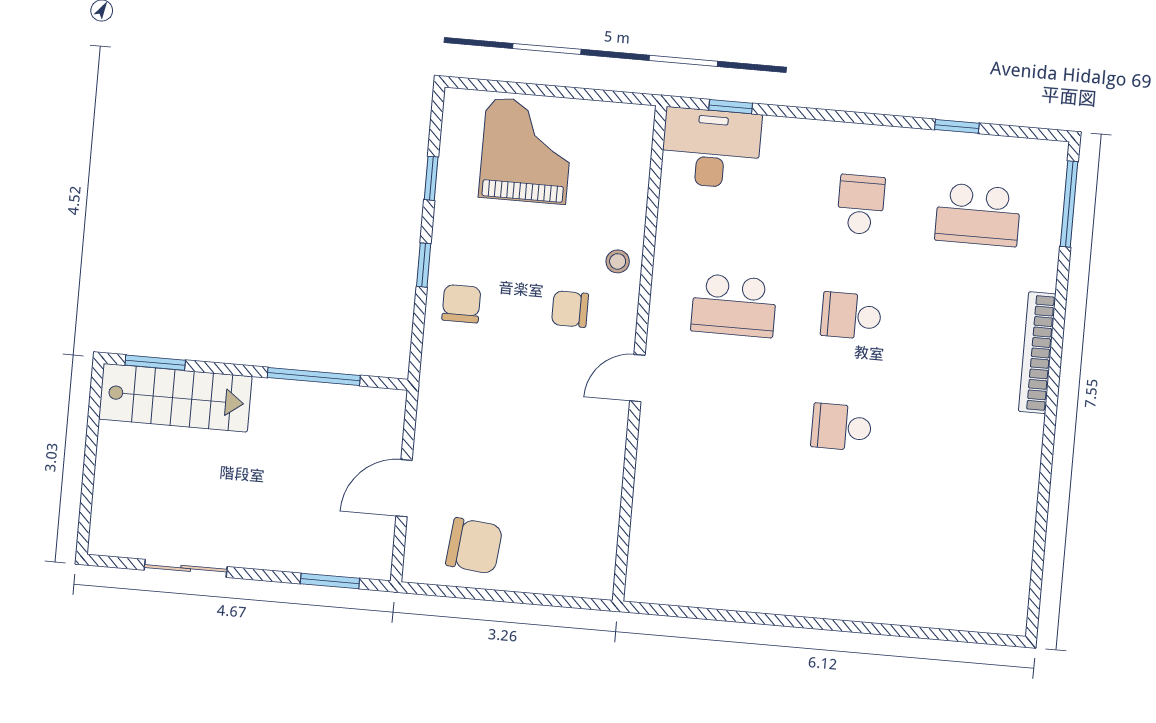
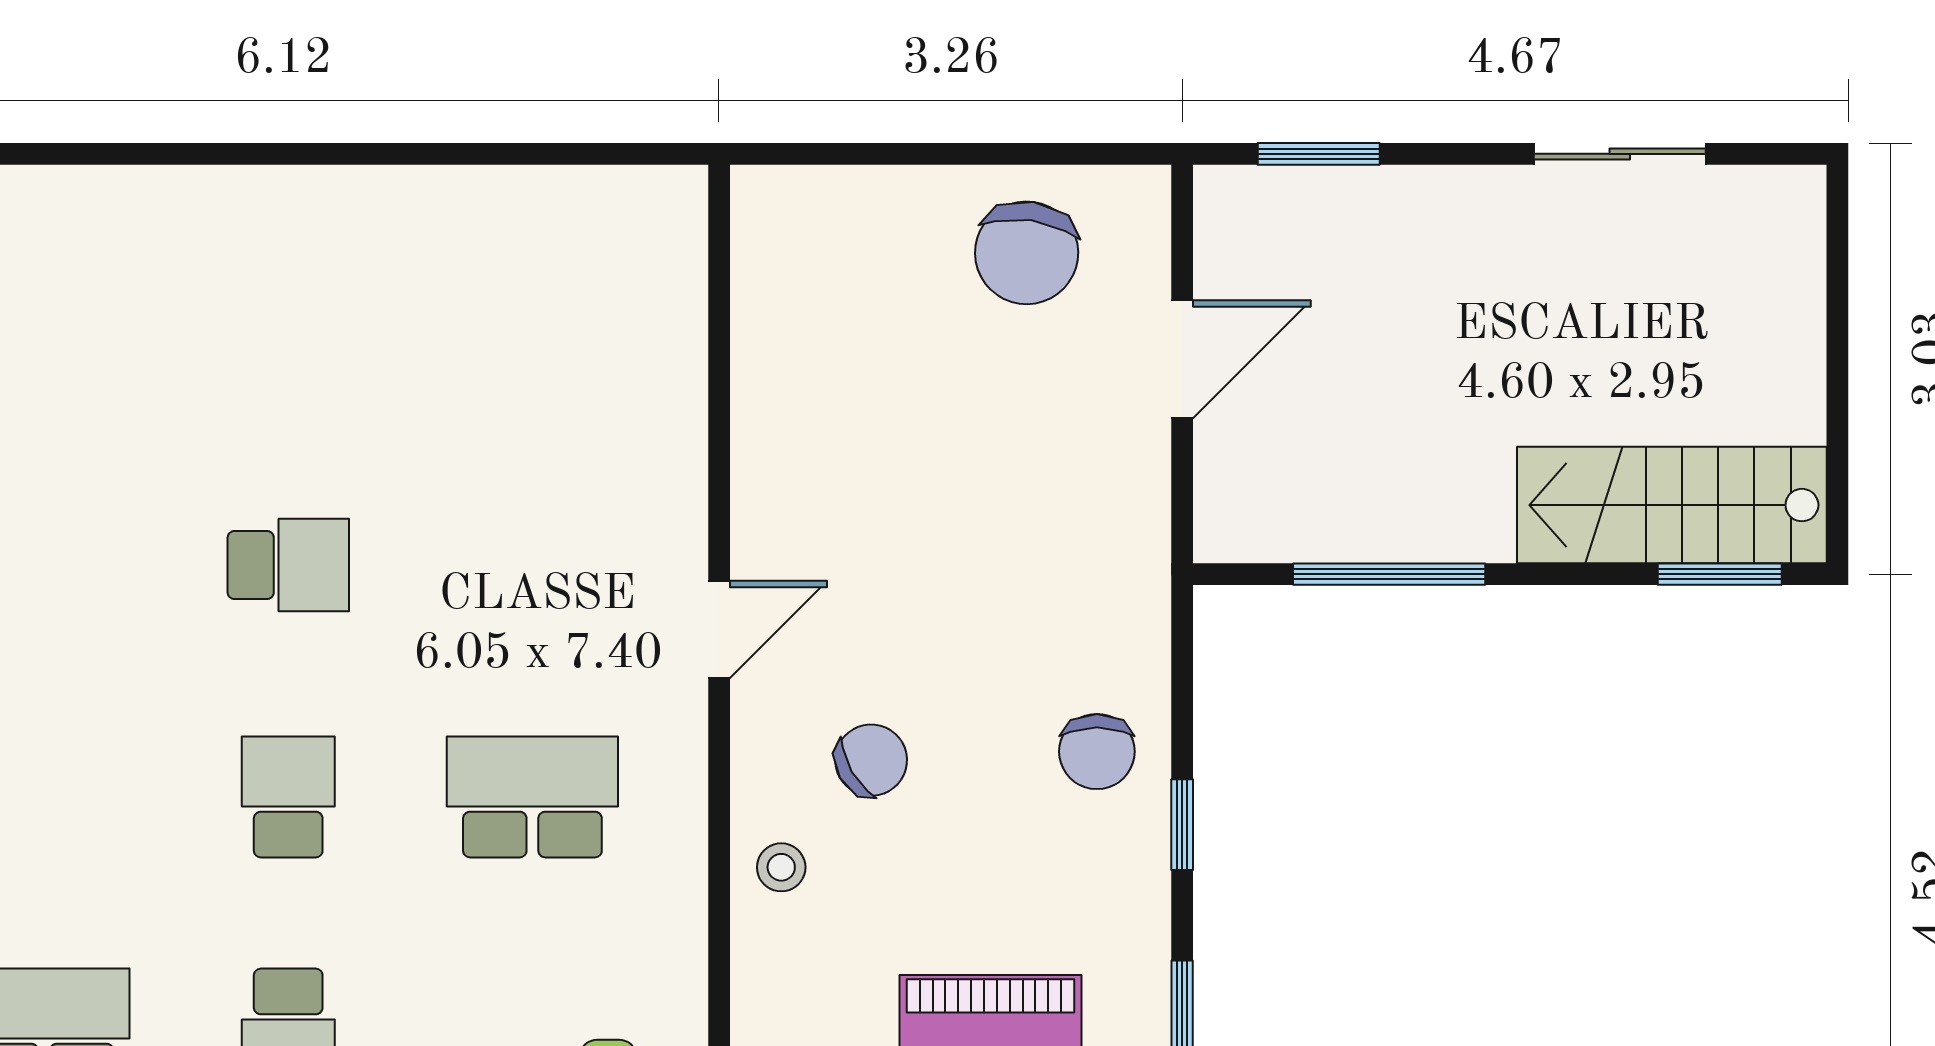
chair: (570, 309) -> (871, 760), turned -30
school desk: (851, 316) -> (288, 797), turned -90
chair: (474, 546) -> (1027, 253), turned -88

